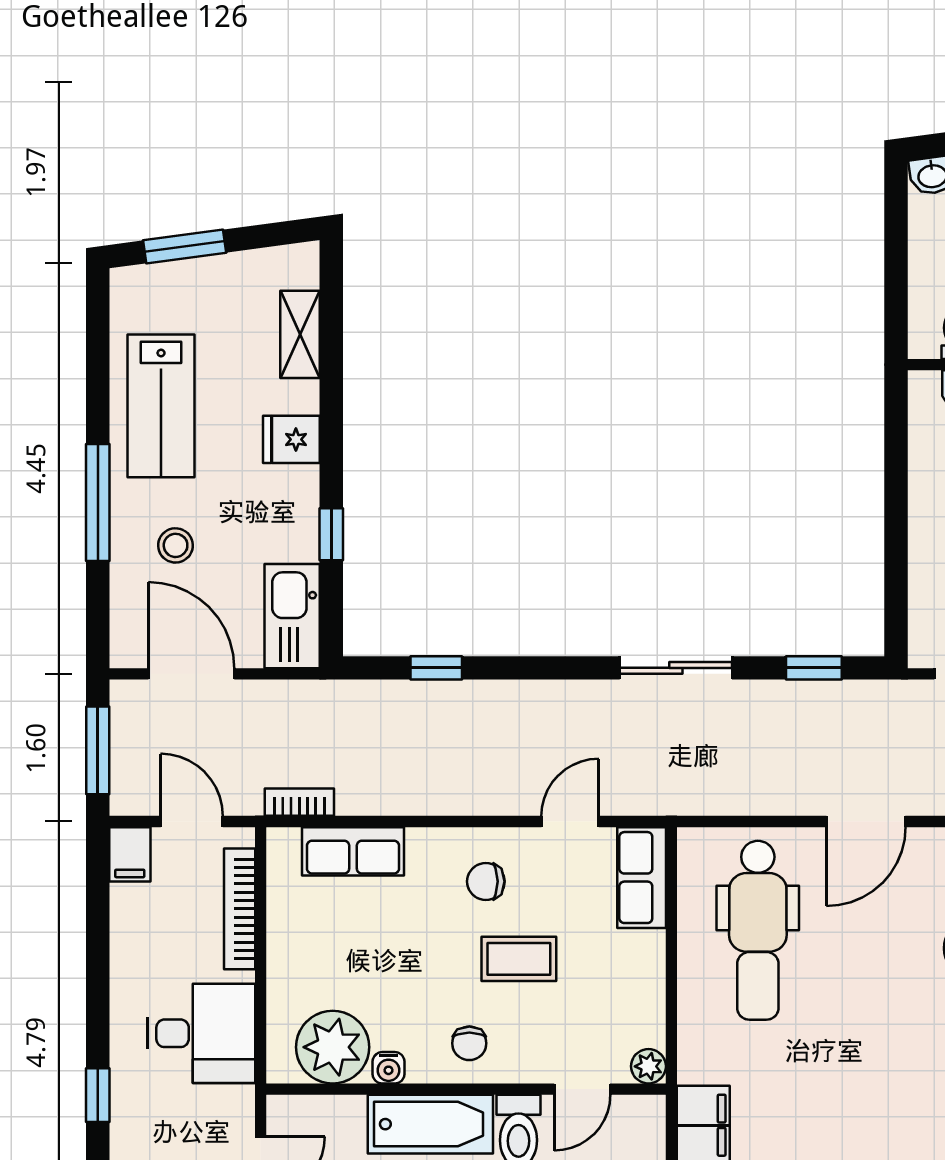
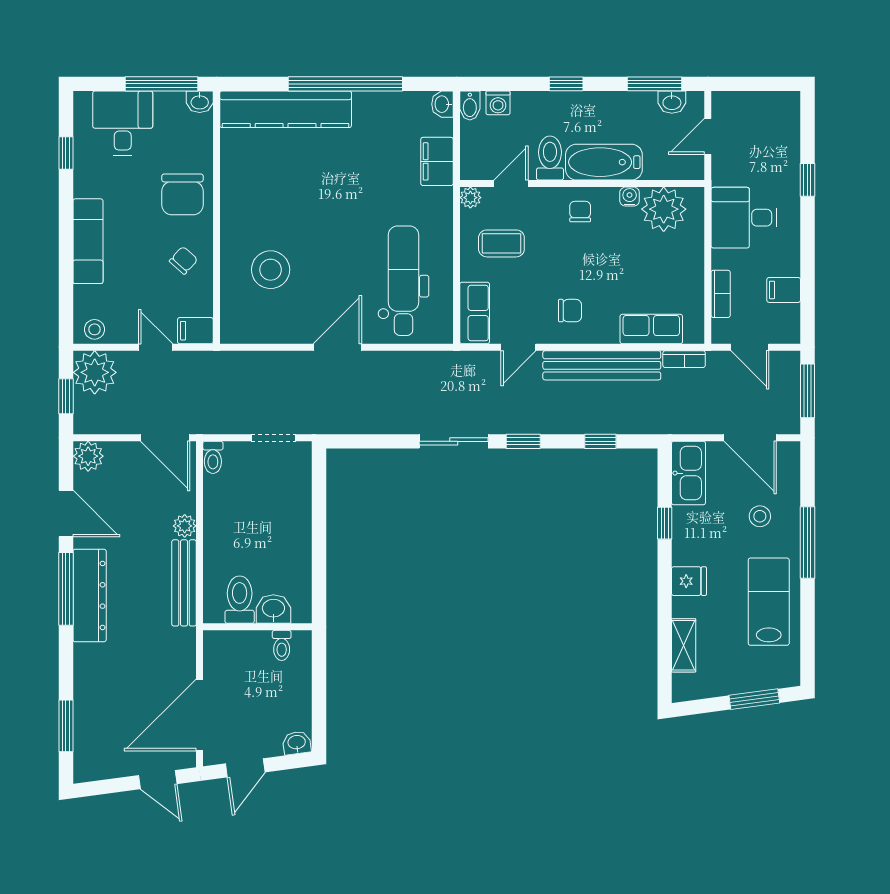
window: (814, 668) -> (523, 441), moved
bench: (434, 792) -> (602, 365), added
filing cabinet: (130, 854) -> (784, 290), moved, turned -90
bookcase: (240, 909) -> (721, 294), width x0.64
coffee table: (519, 959) -> (501, 243), moved

